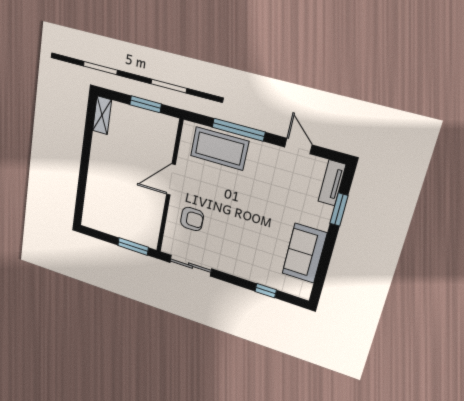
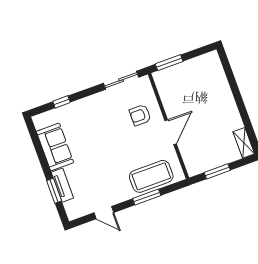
window: (238, 130) -> (147, 197), width x0.69
tv unit: (332, 183) -> (62, 185), moved

